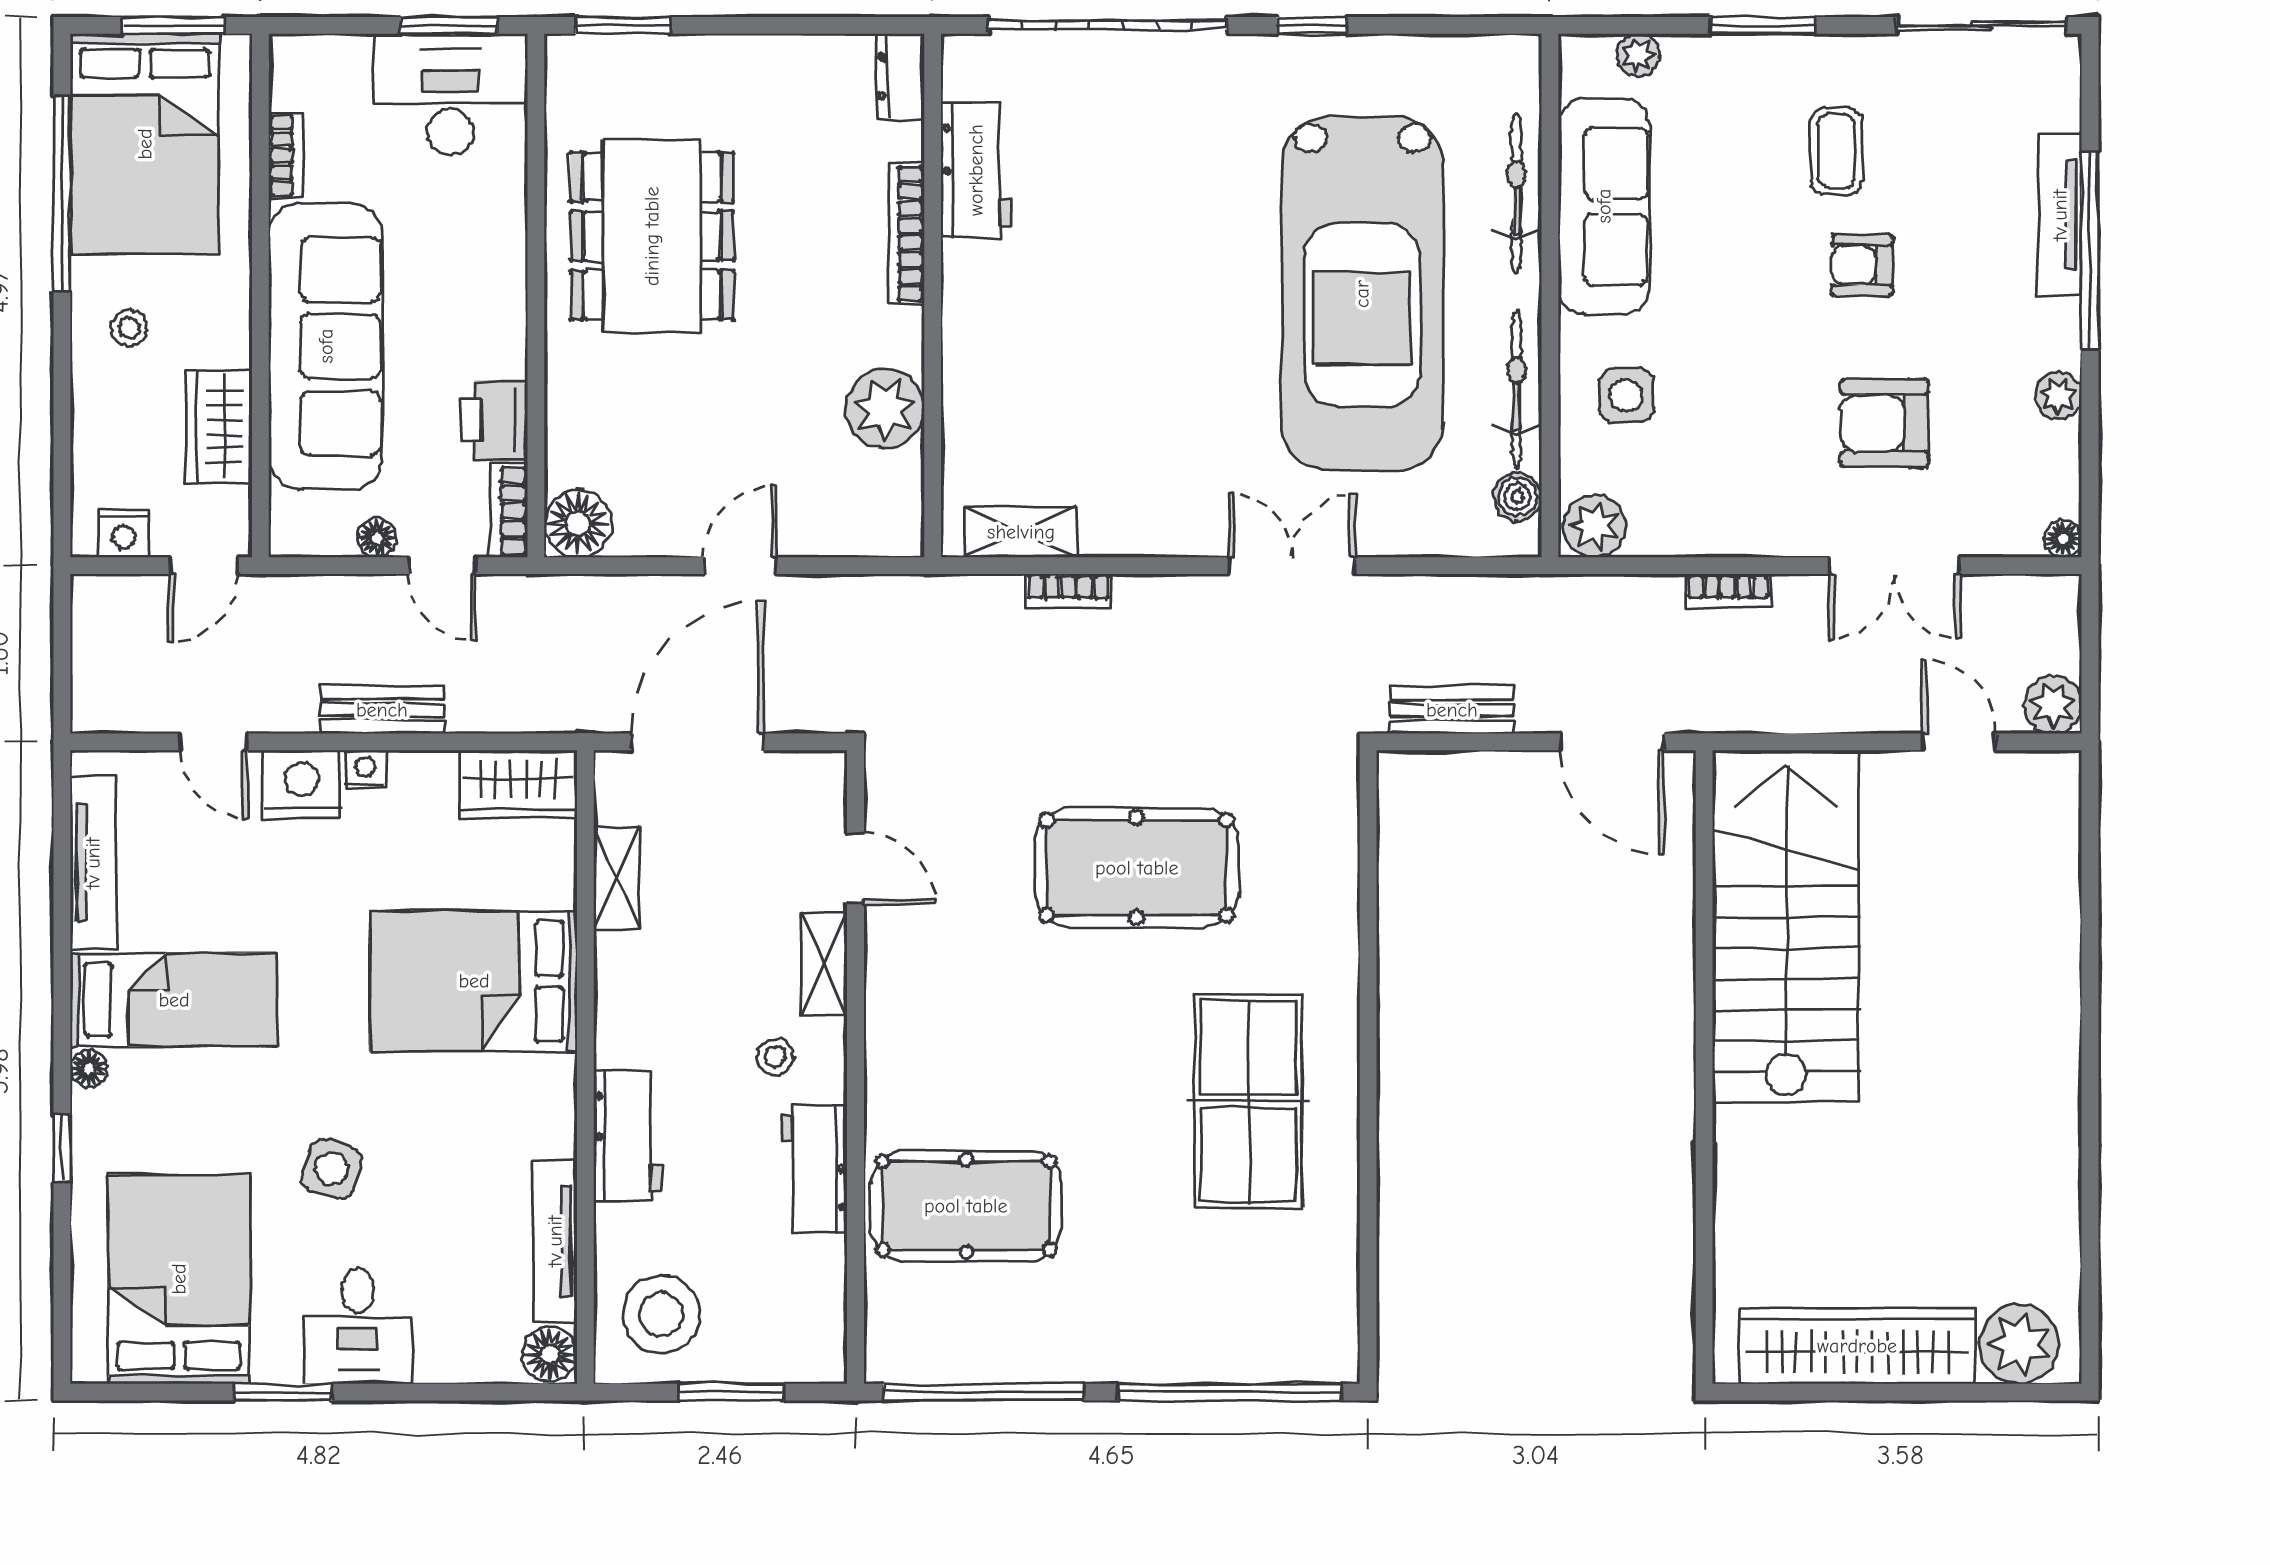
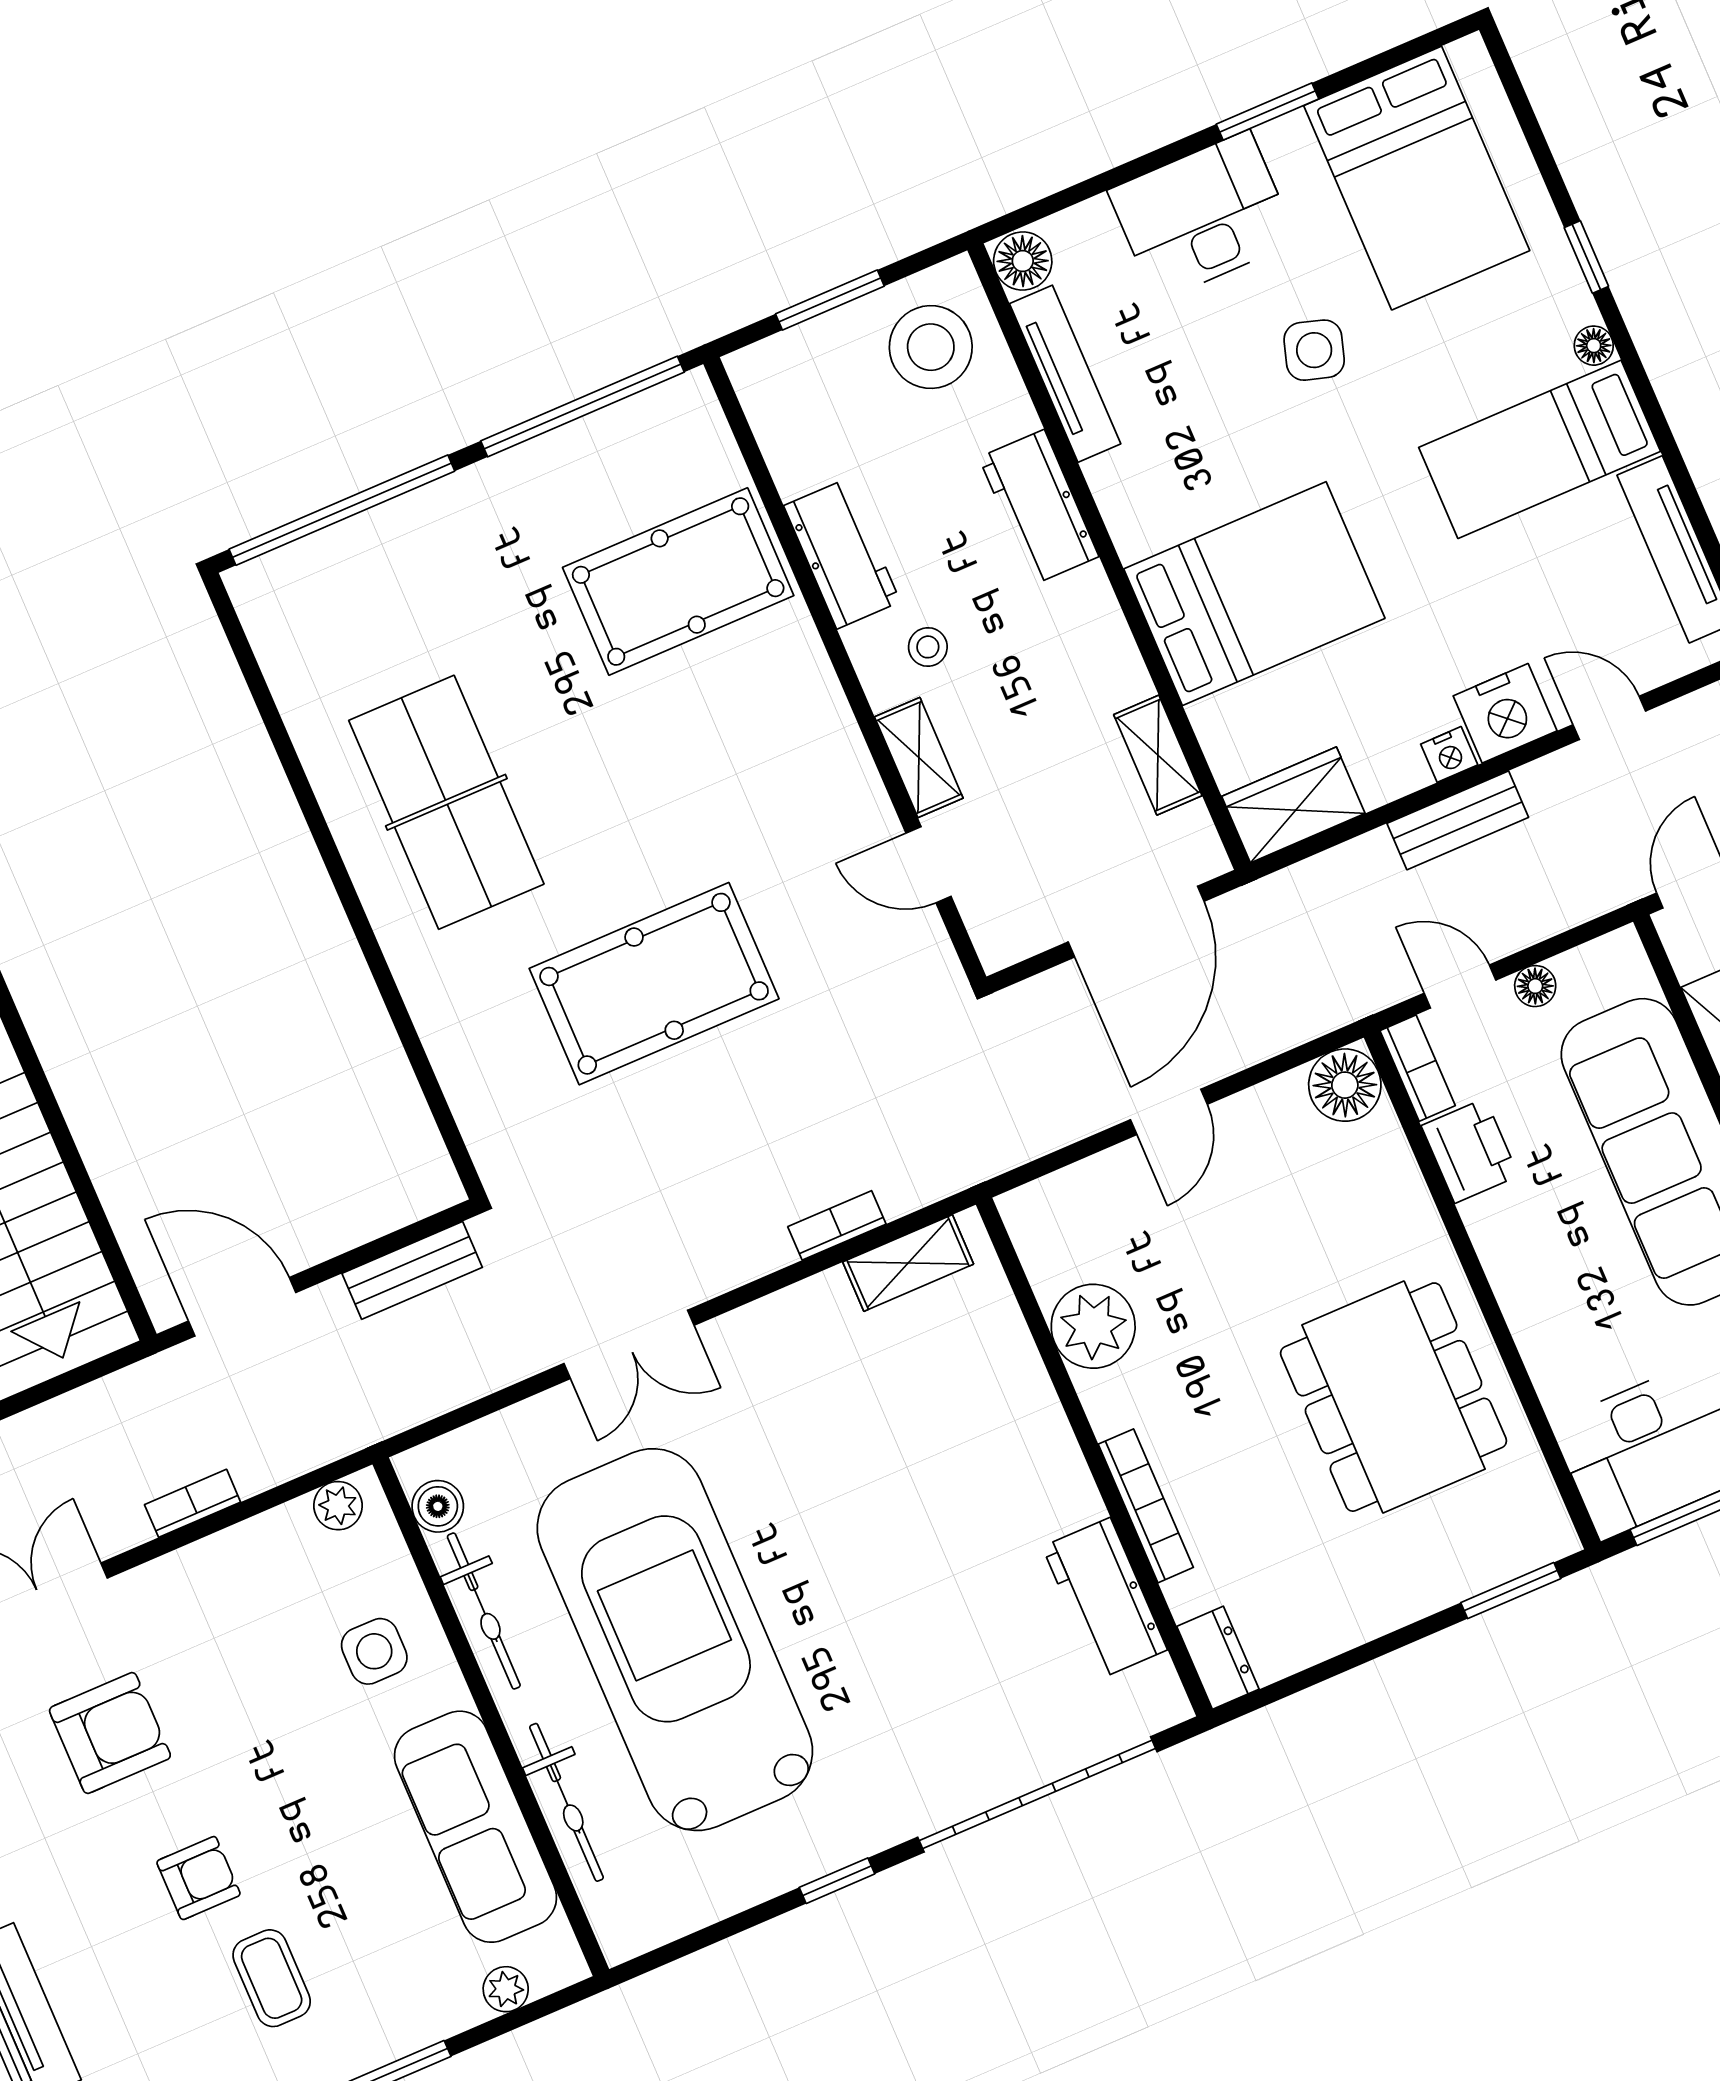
plant: (1595, 526) -> (338, 1506), width x0.73, depth x0.73
desk: (358, 1326) -> (1202, 216), width x1.37

